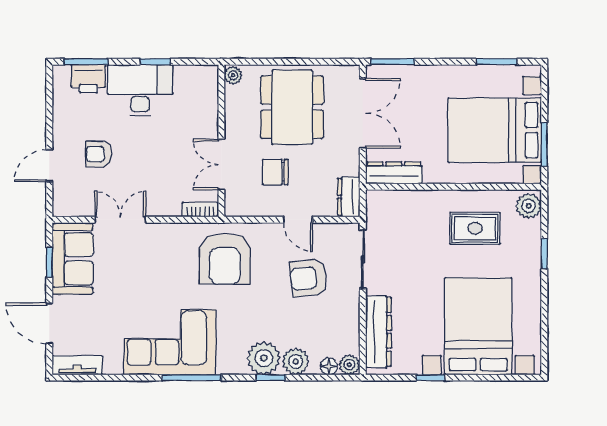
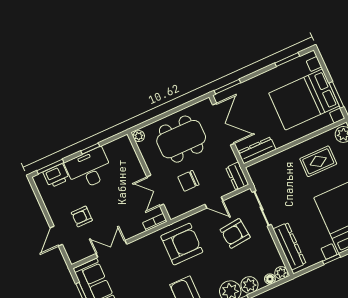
dining table: (292, 107) -> (181, 139), turned 90
armchair: (225, 259) -> (182, 244), turned -90

